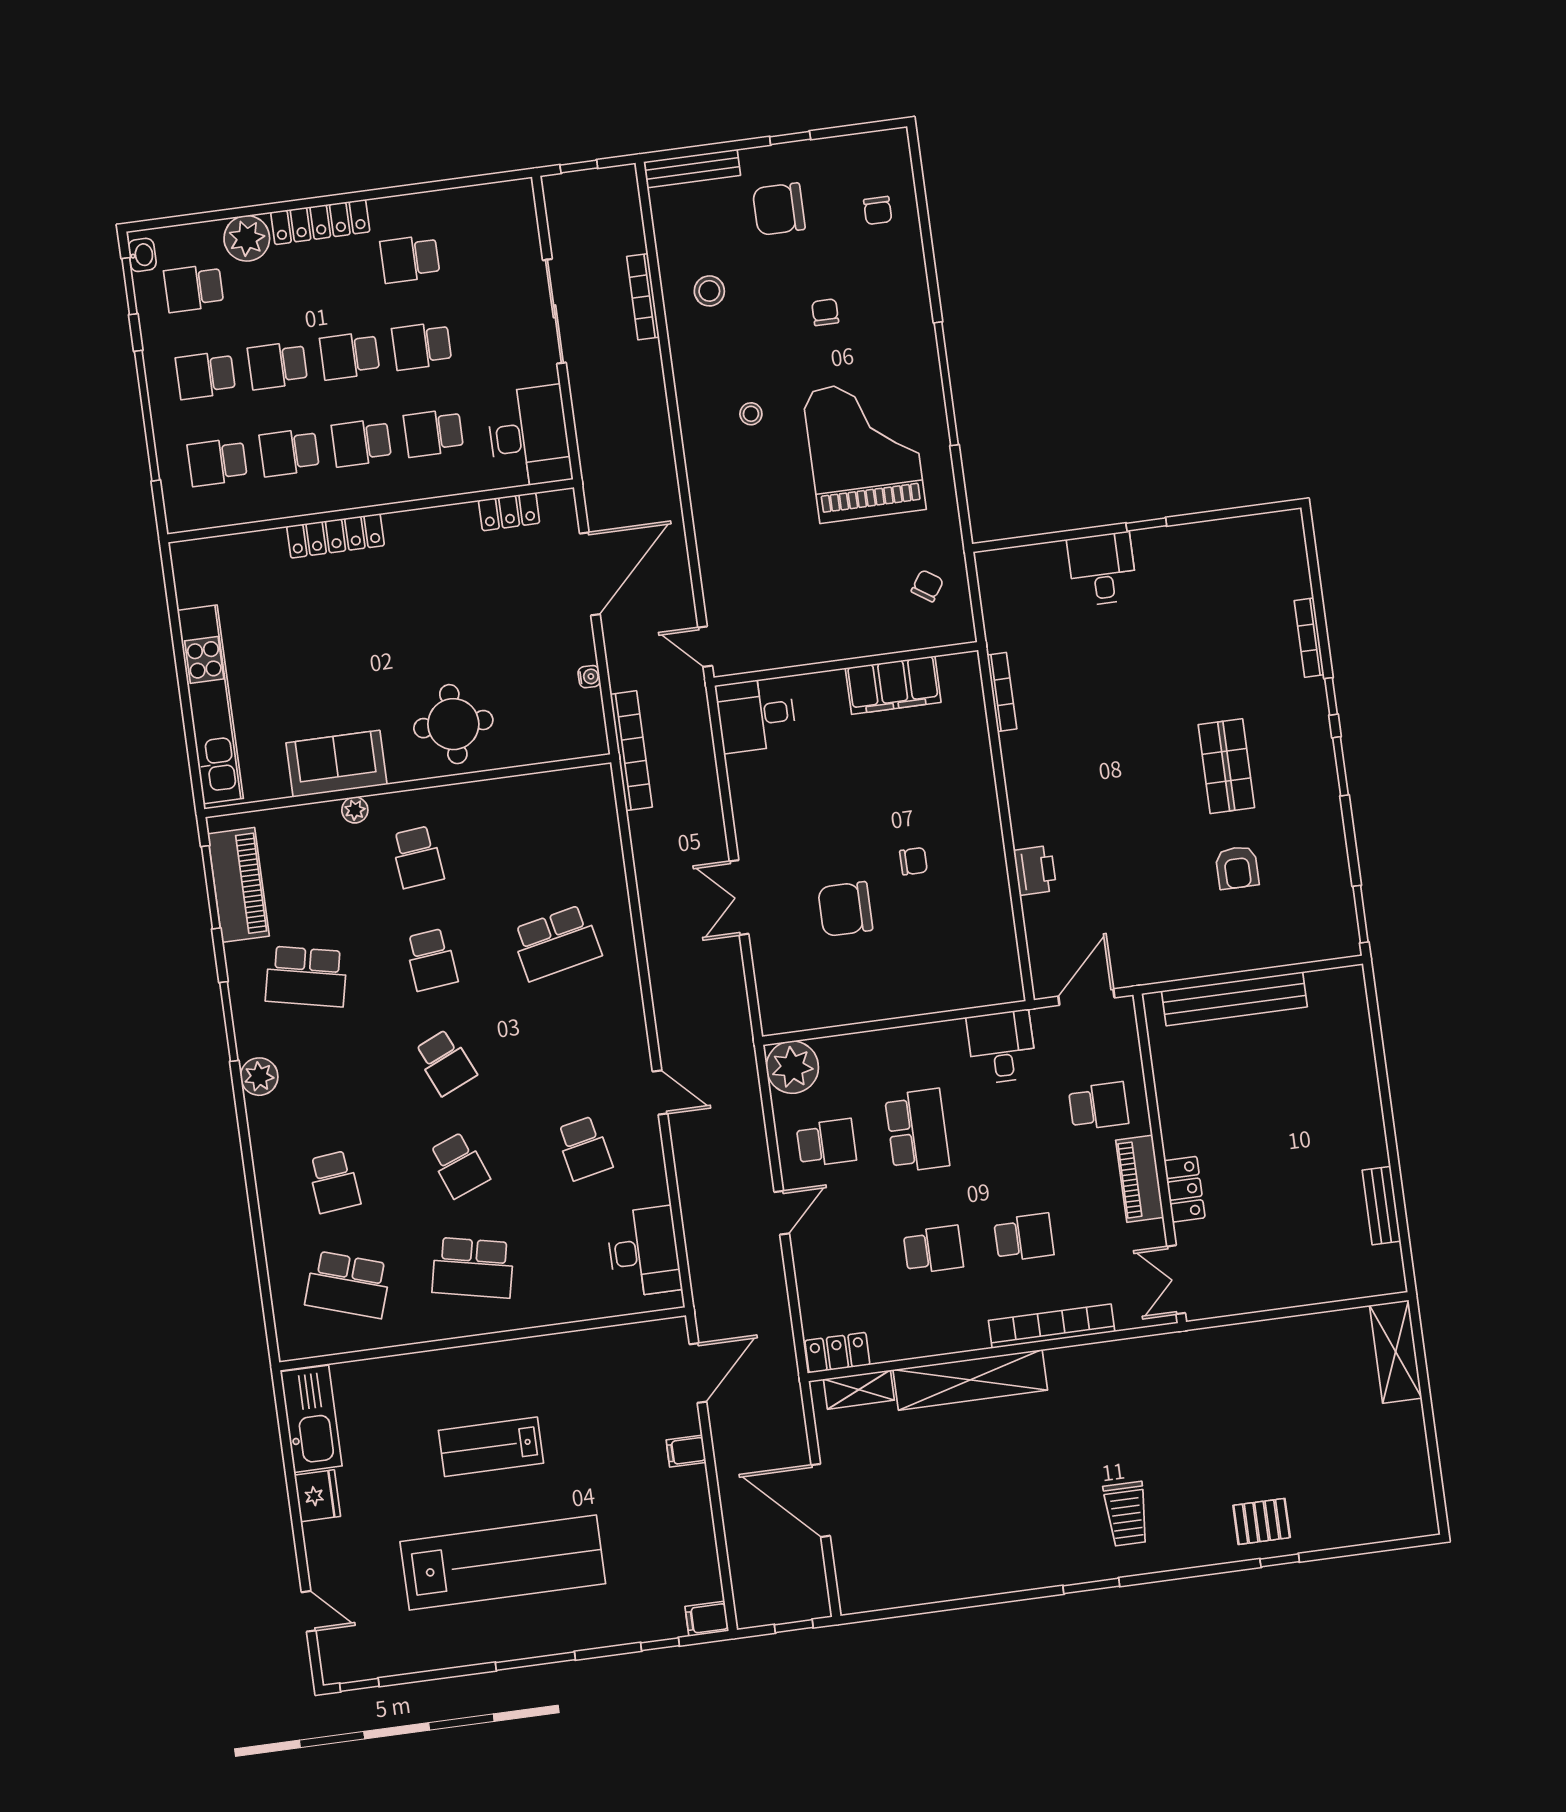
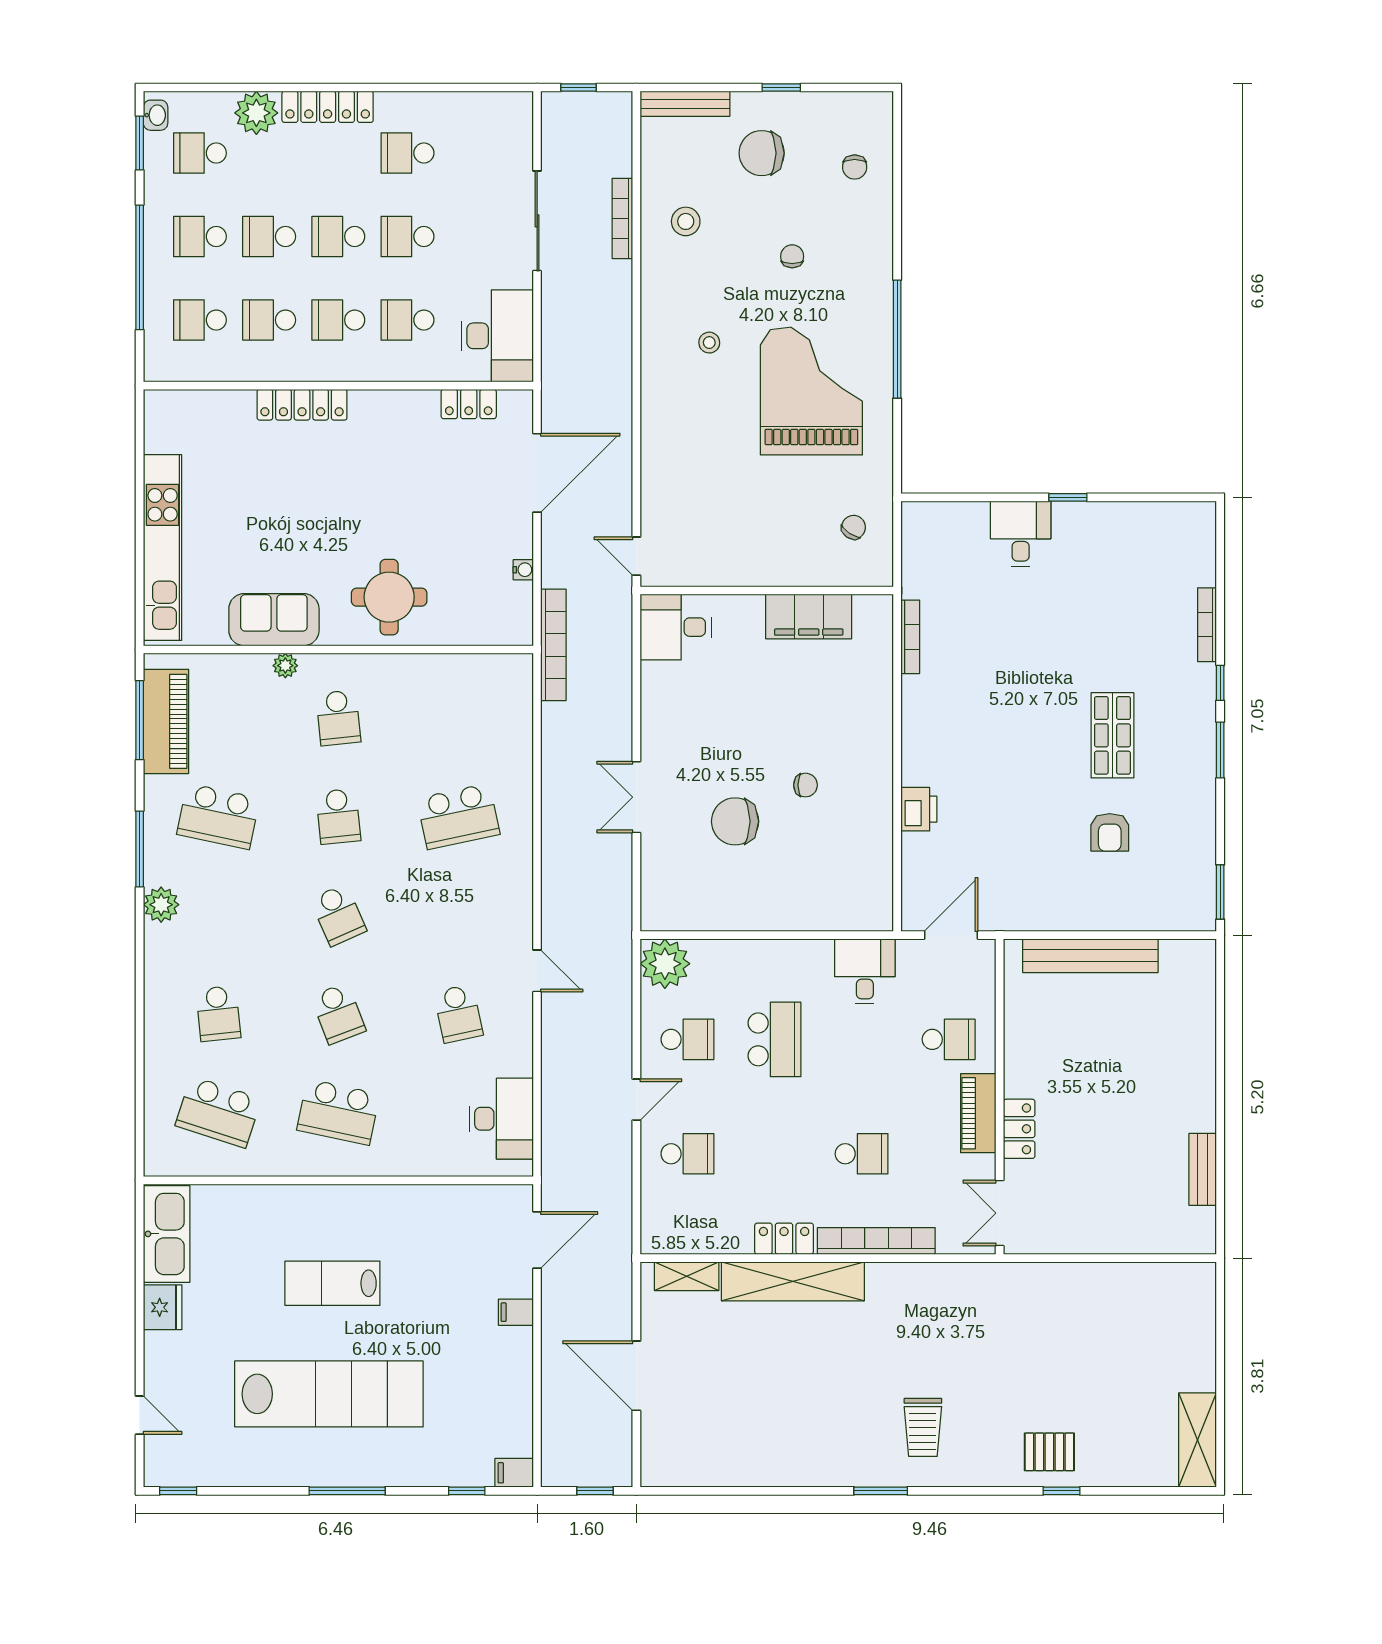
school desk: (933, 1250) -> (687, 1154), moved
shelving: (1396, 1352) -> (1198, 1440), moved
locker: (837, 1353) -> (784, 1239), moved

